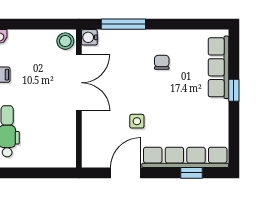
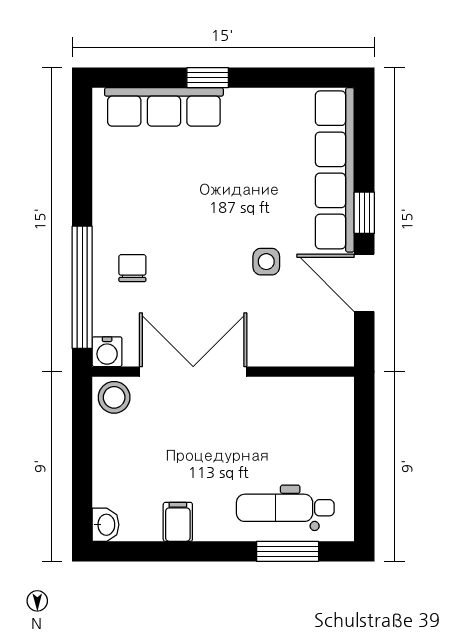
window: (123, 24) -> (82, 287), width x1.46
chair: (162, 62) -> (132, 268), moved, turned 90
window: (192, 173) -> (364, 213), moved

